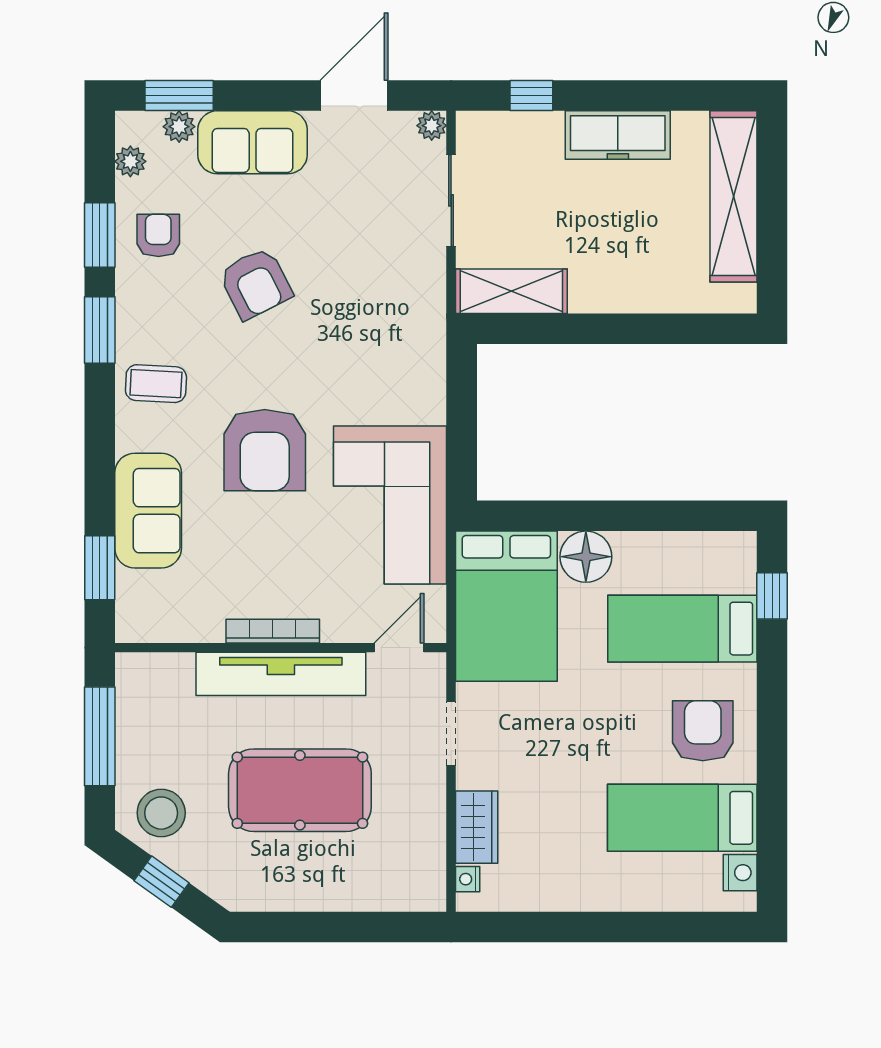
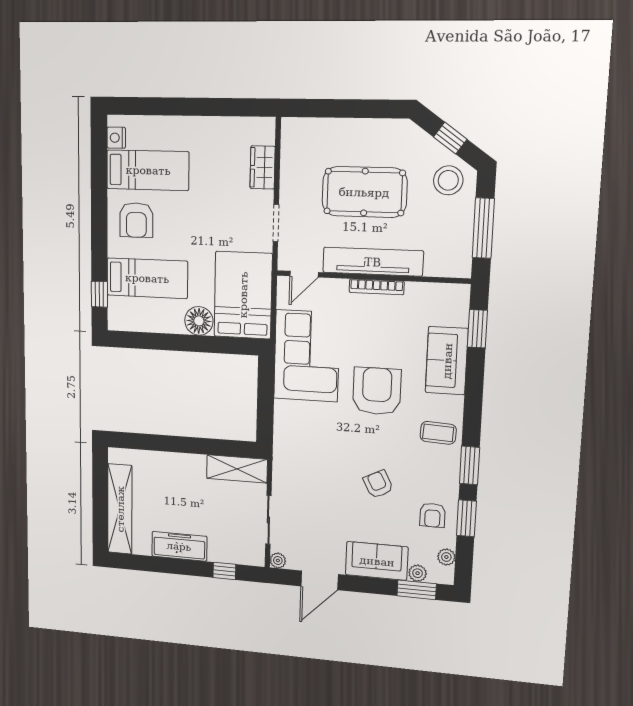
armchair: (256, 283) -> (378, 484), width x0.72, depth x0.72
nightstand: (468, 879) -> (268, 137), removed

